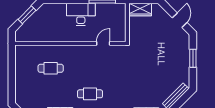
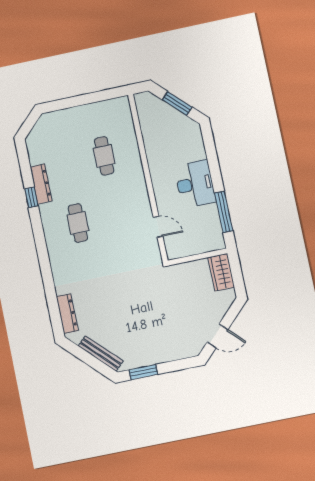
window: (193, 58) -> (143, 372), moved

